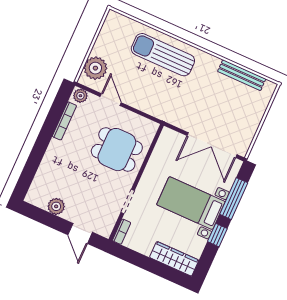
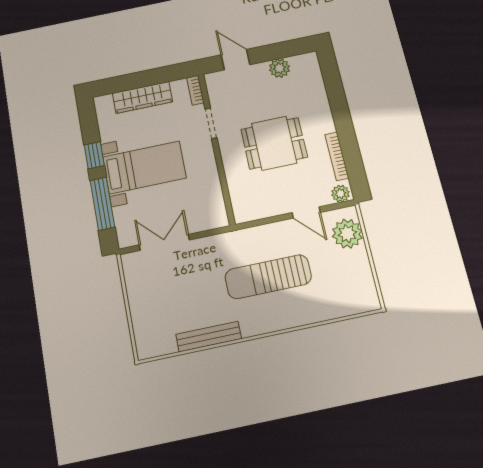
sun lounger: (163, 55) -> (268, 277), moved, turned 180
bench: (242, 75) -> (209, 337), moved
double door: (212, 145) -> (164, 242), width x0.73
dining table: (117, 150) -> (274, 143), moved
wardrobe: (174, 259) -> (142, 97), moved

